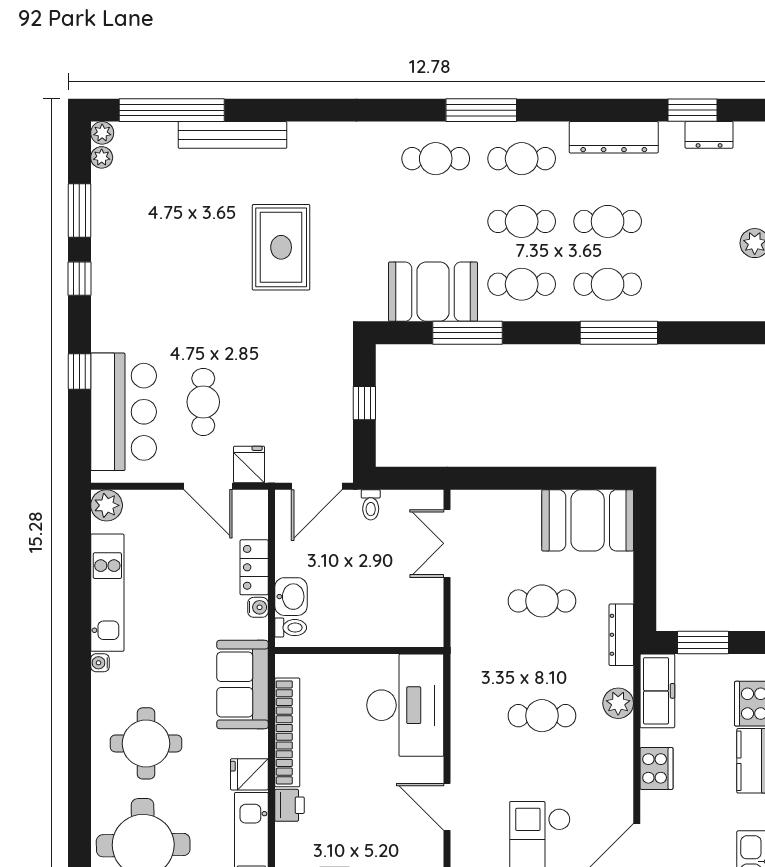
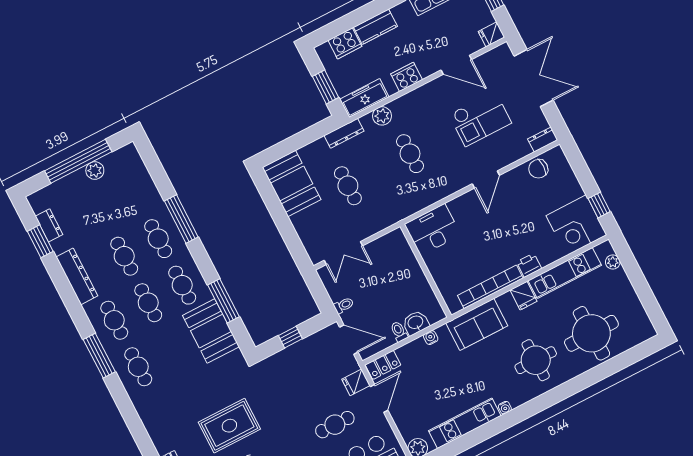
locker: (254, 567) -> (383, 365), moved
toilet: (291, 628) -> (399, 332), moved
desk: (405, 705) -> (433, 230), width x0.73, depth x0.77

